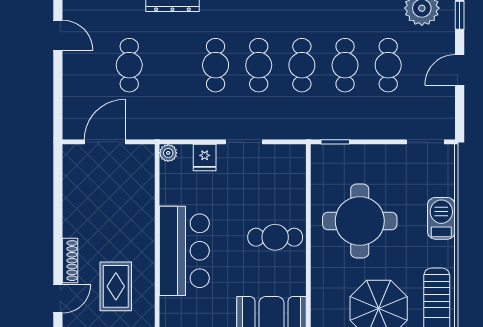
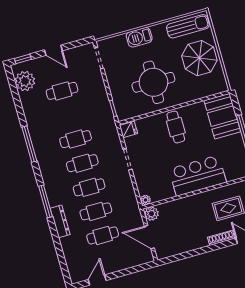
cafe table: (345, 65) -> (96, 211), moved
plant: (143, 156) -> (151, 214), added
fridge: (205, 157) -> (128, 130), moved

